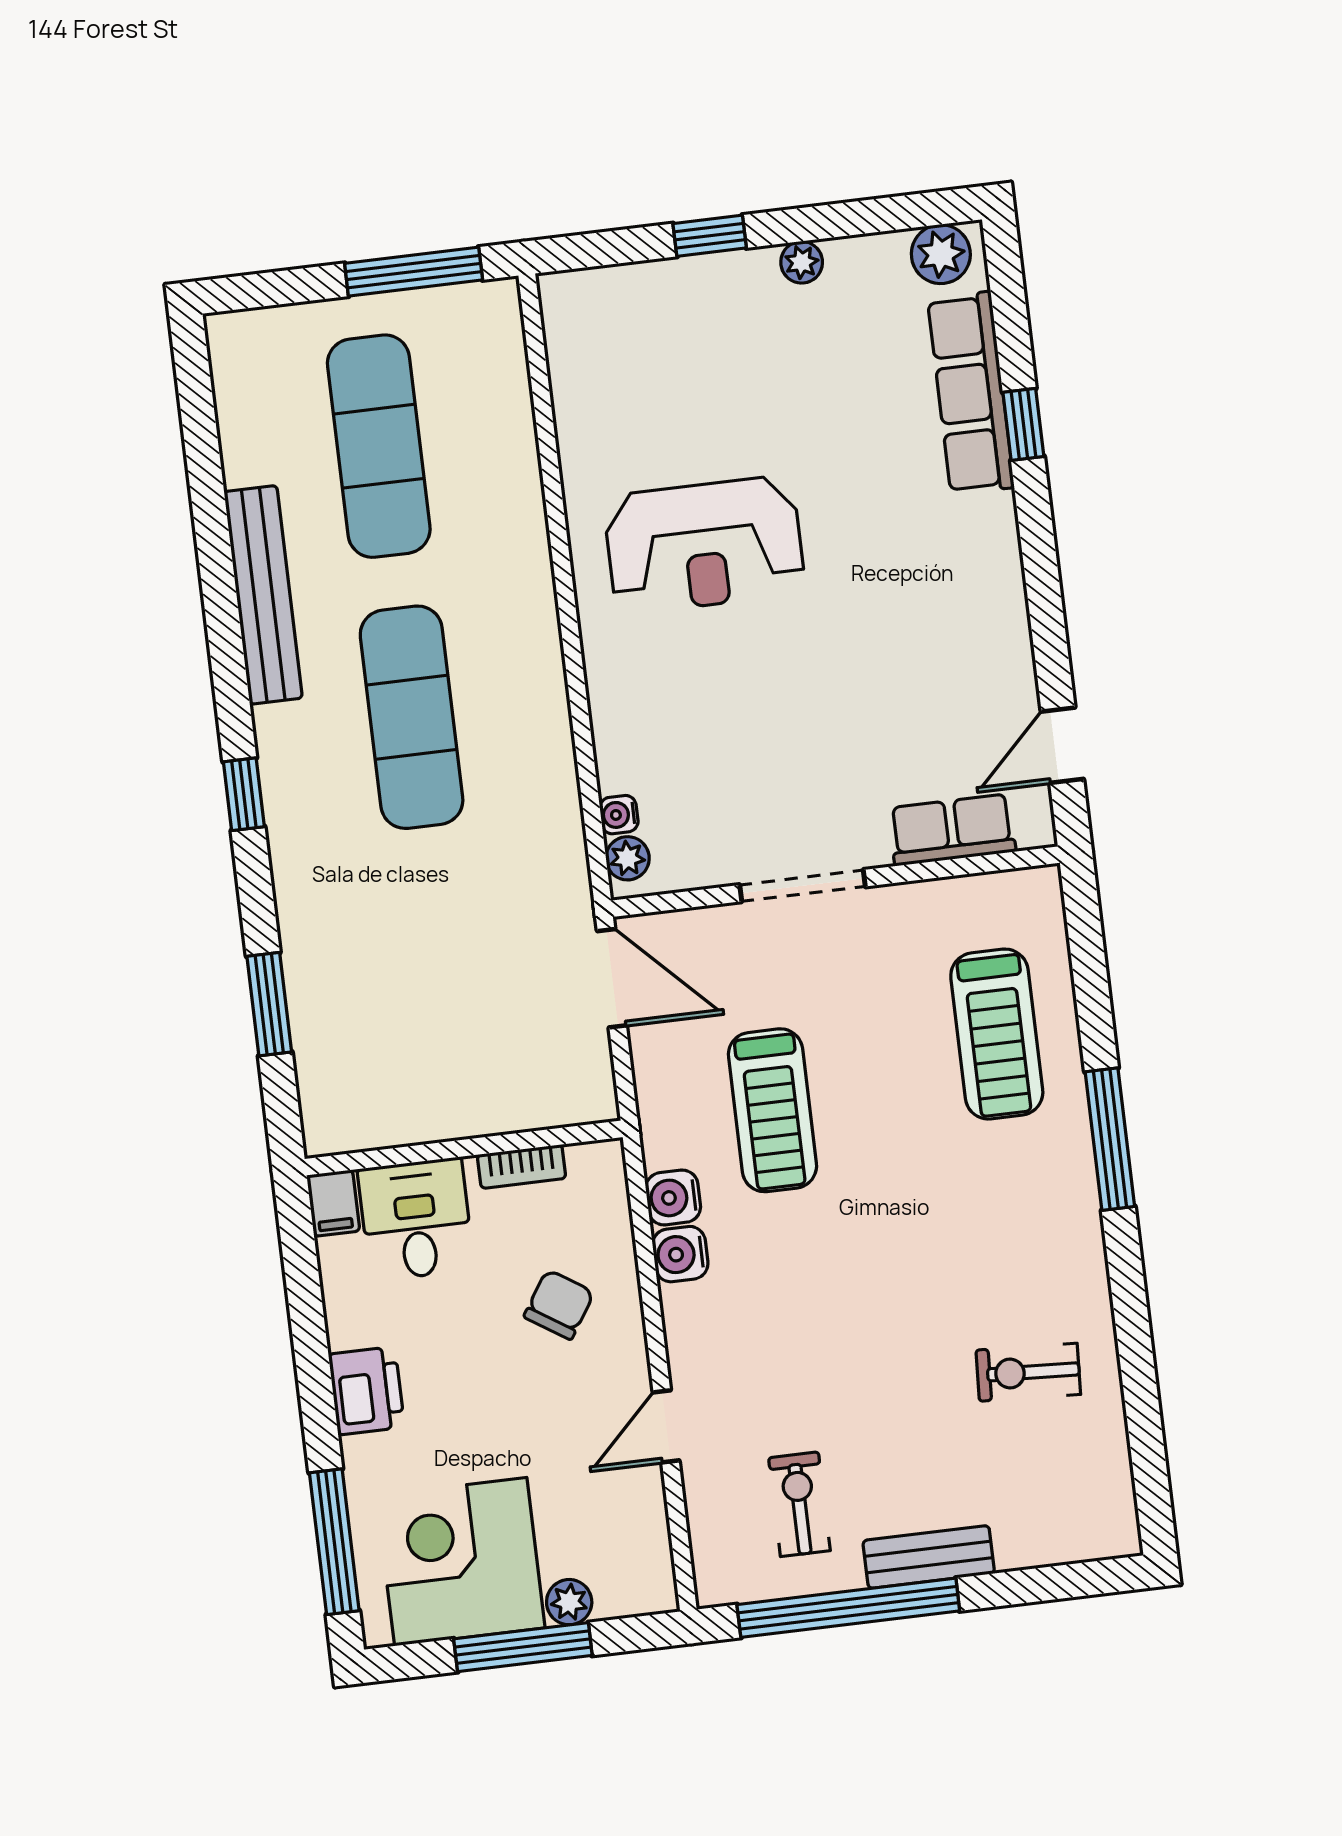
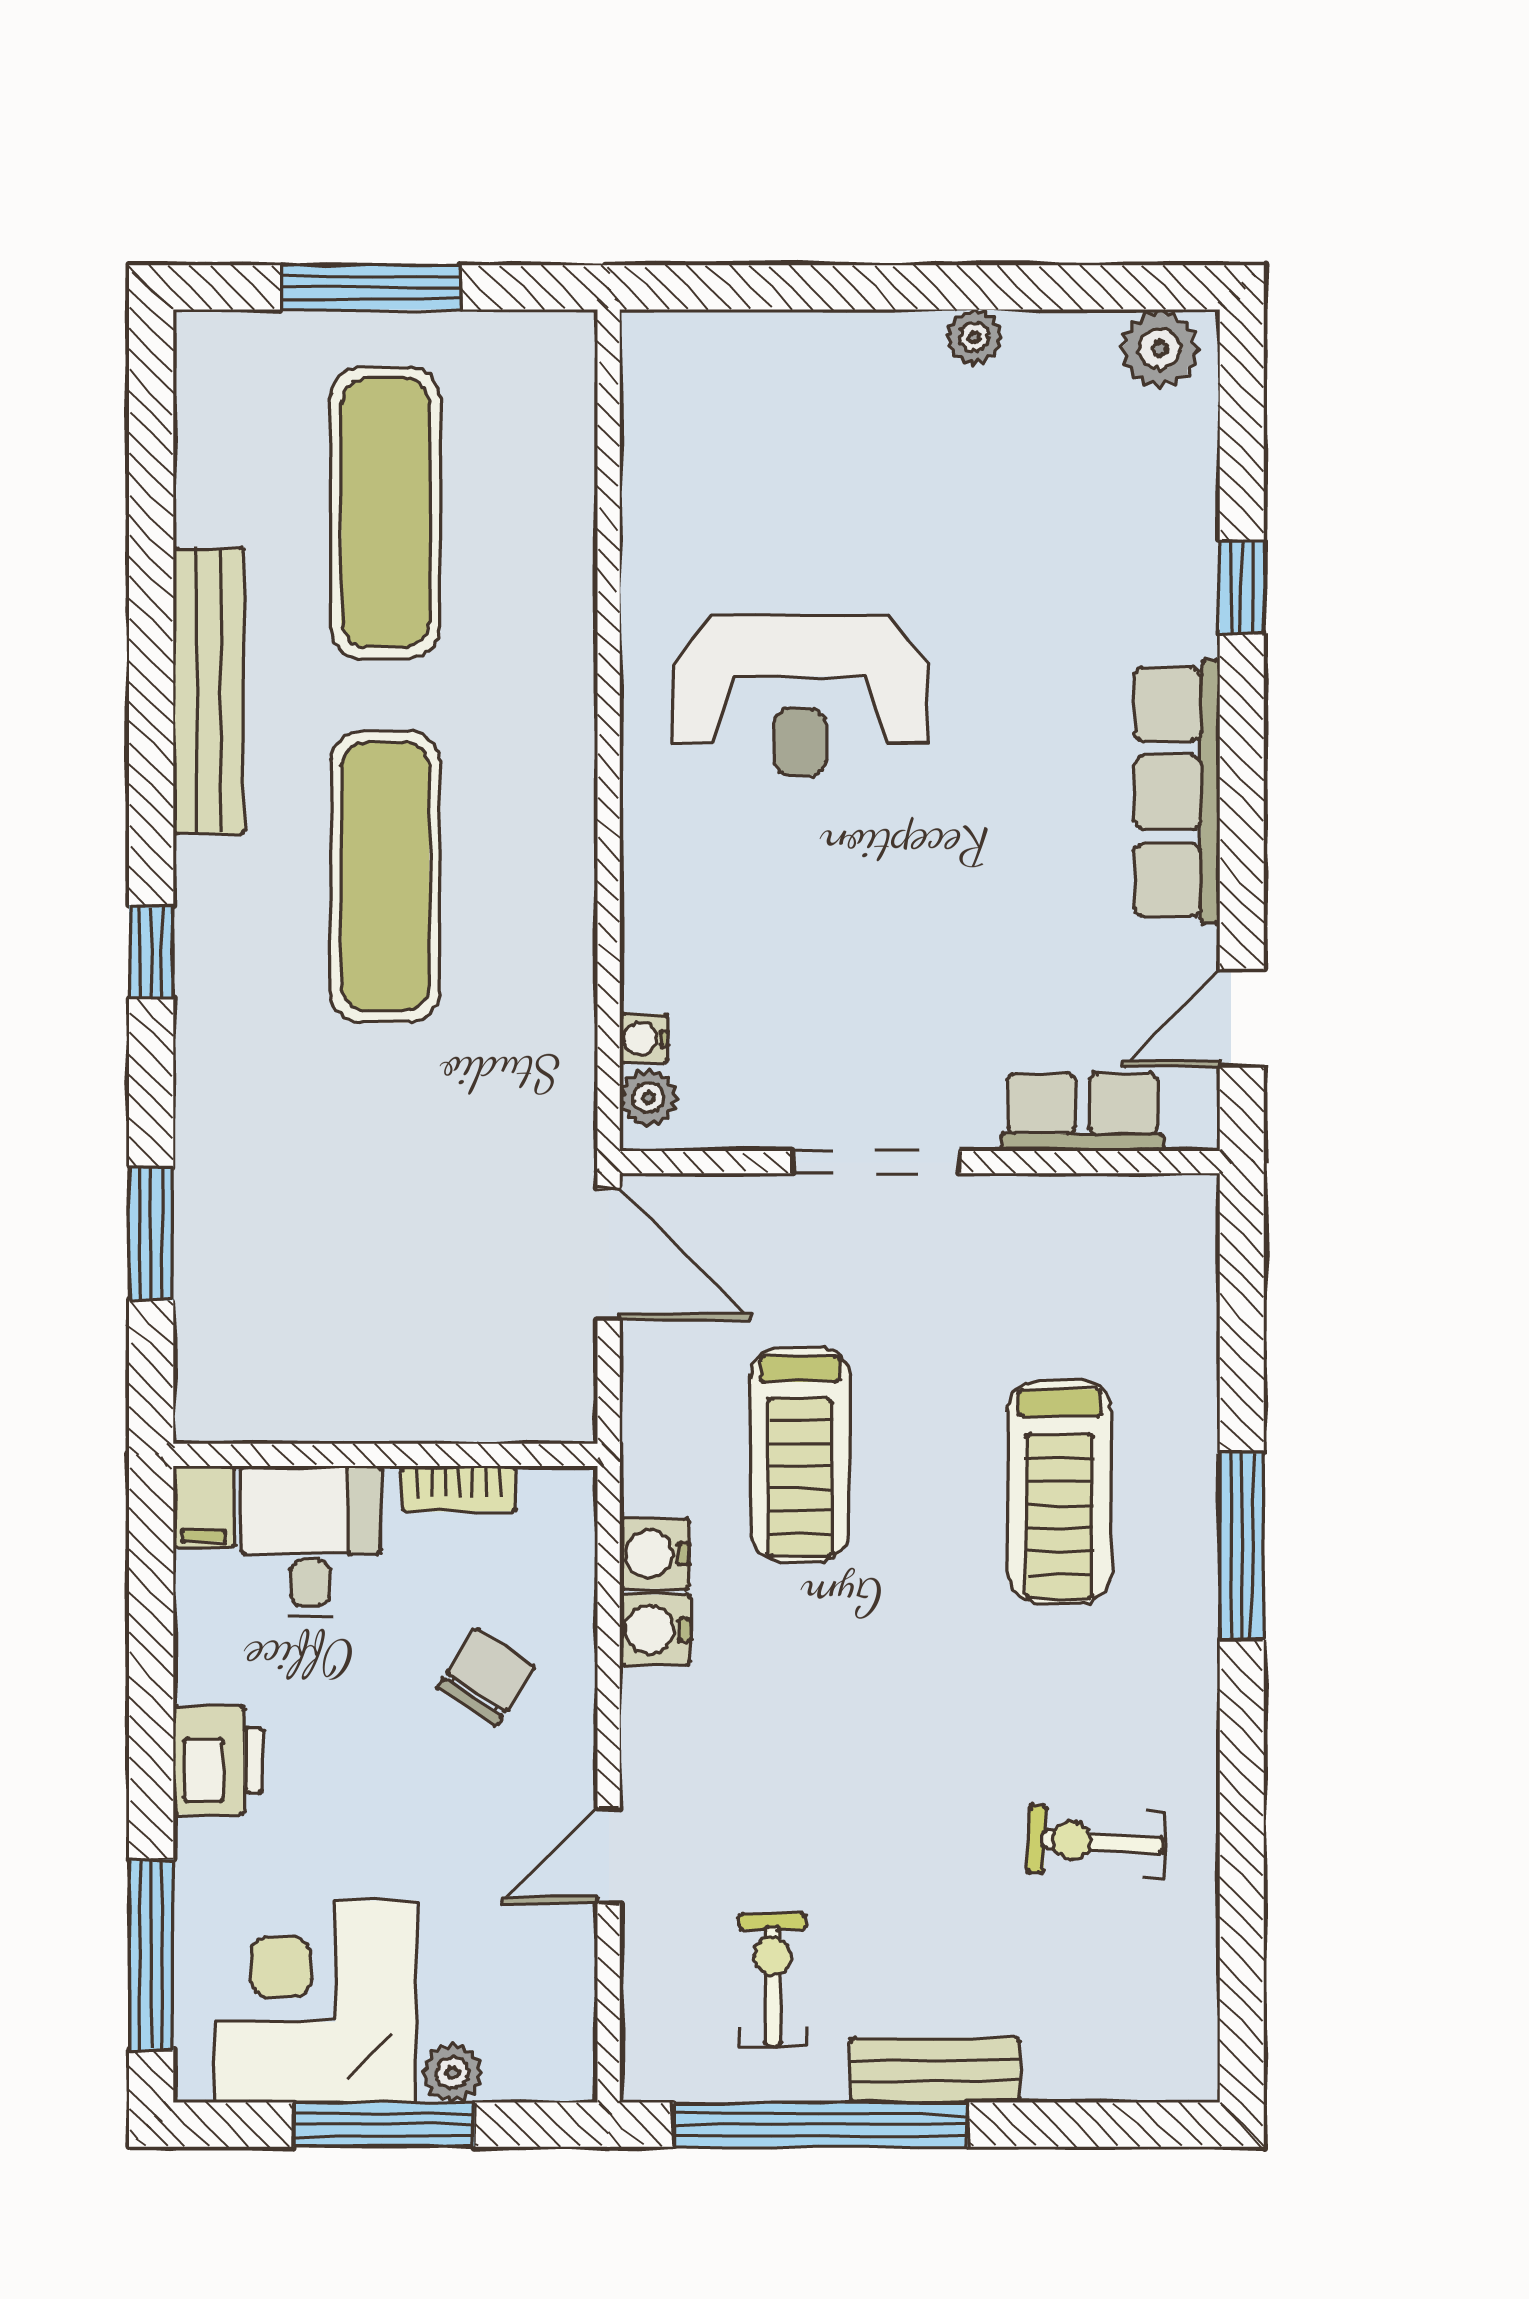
window: (710, 236) -> (857, 287), removed
window: (414, 272) -> (371, 287), moved
row of seats: (971, 393) -> (1177, 792), moved
treadmill: (997, 1034) -> (1059, 1492), moved

